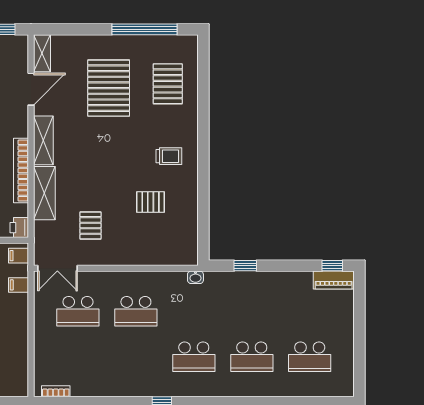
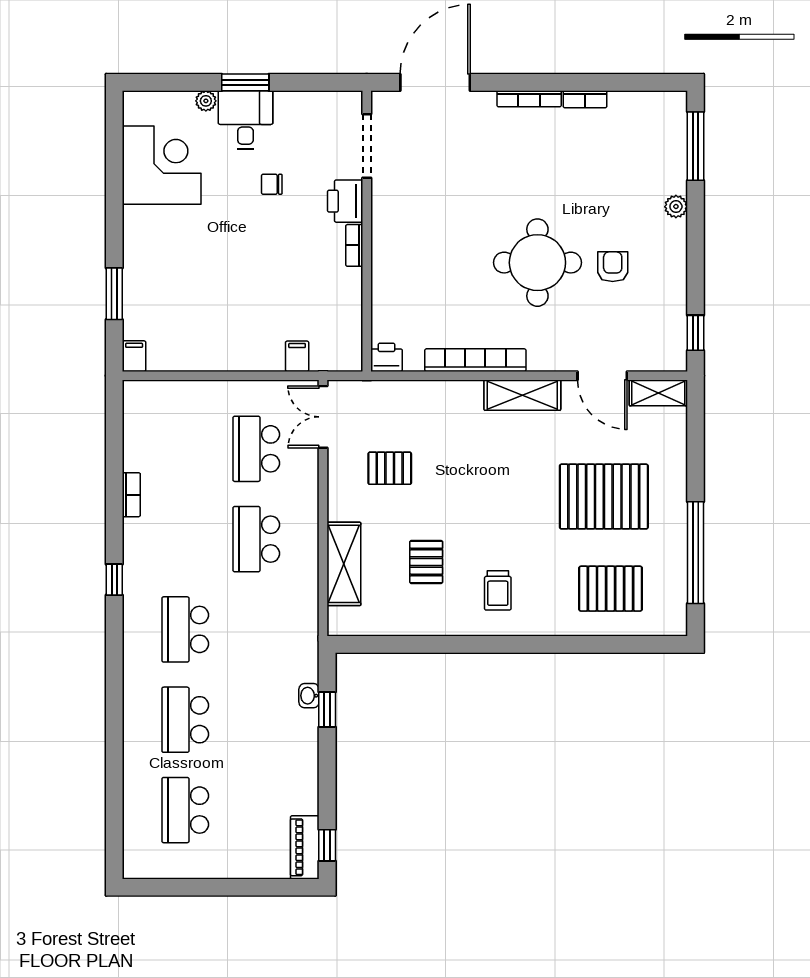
shelving: (44, 193) -> (344, 564), moved, turned 90
filing cabinet: (18, 256) -> (134, 356), moved
washbasin: (195, 277) -> (309, 696), moved
bookcase: (56, 391) -> (131, 495), moved

